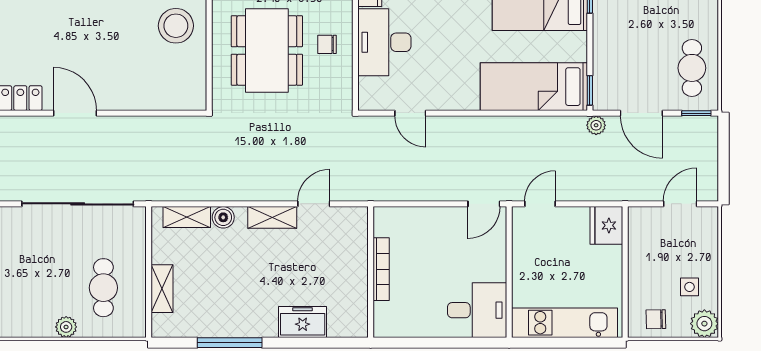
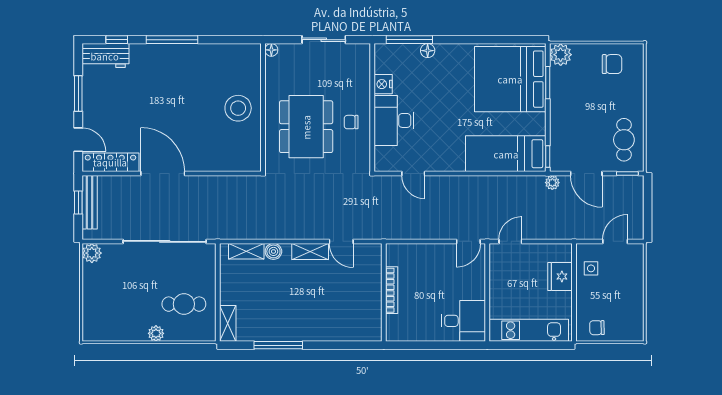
door: (75, 113) -> (163, 174), width x1.36
door: (314, 204) -> (341, 241), swing flipped
fridge: (606, 225) -> (560, 276), moved
side table: (689, 287) -> (591, 268), moved
cafe table: (103, 288) -> (184, 304), turned 90
shelving: (162, 289) -> (228, 323), moved
freezer: (303, 322) -> (333, 330), removed
plant: (704, 324) -> (633, 331), removed

